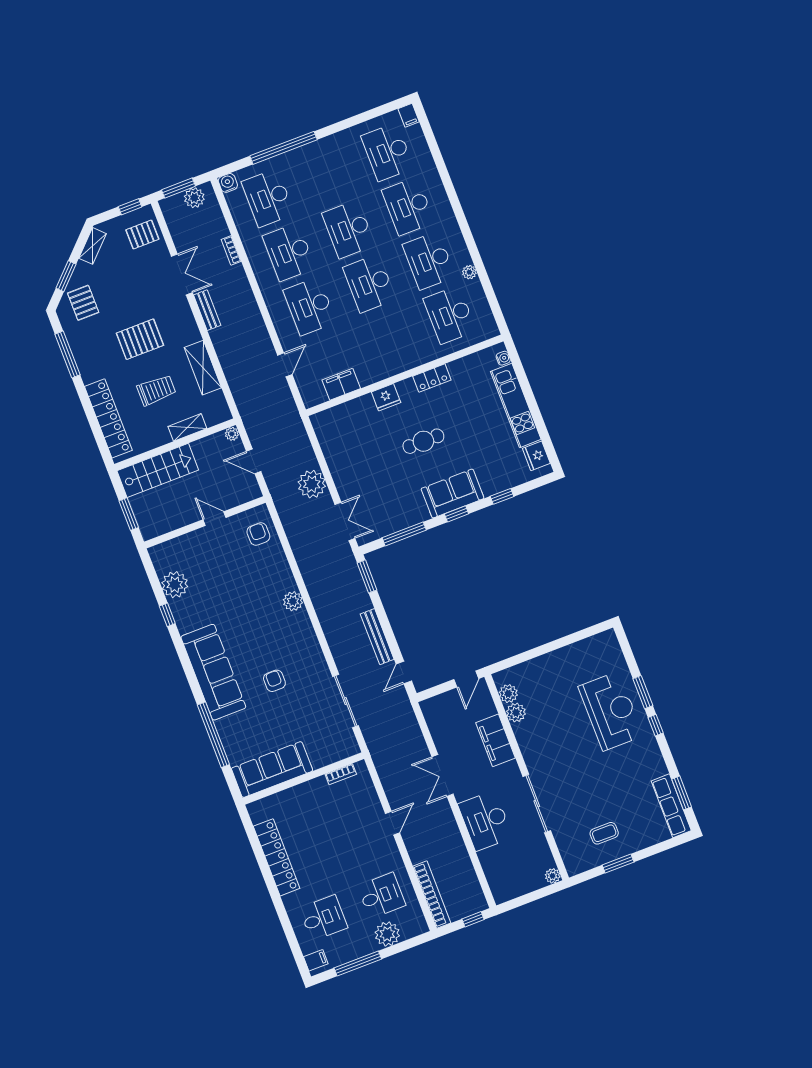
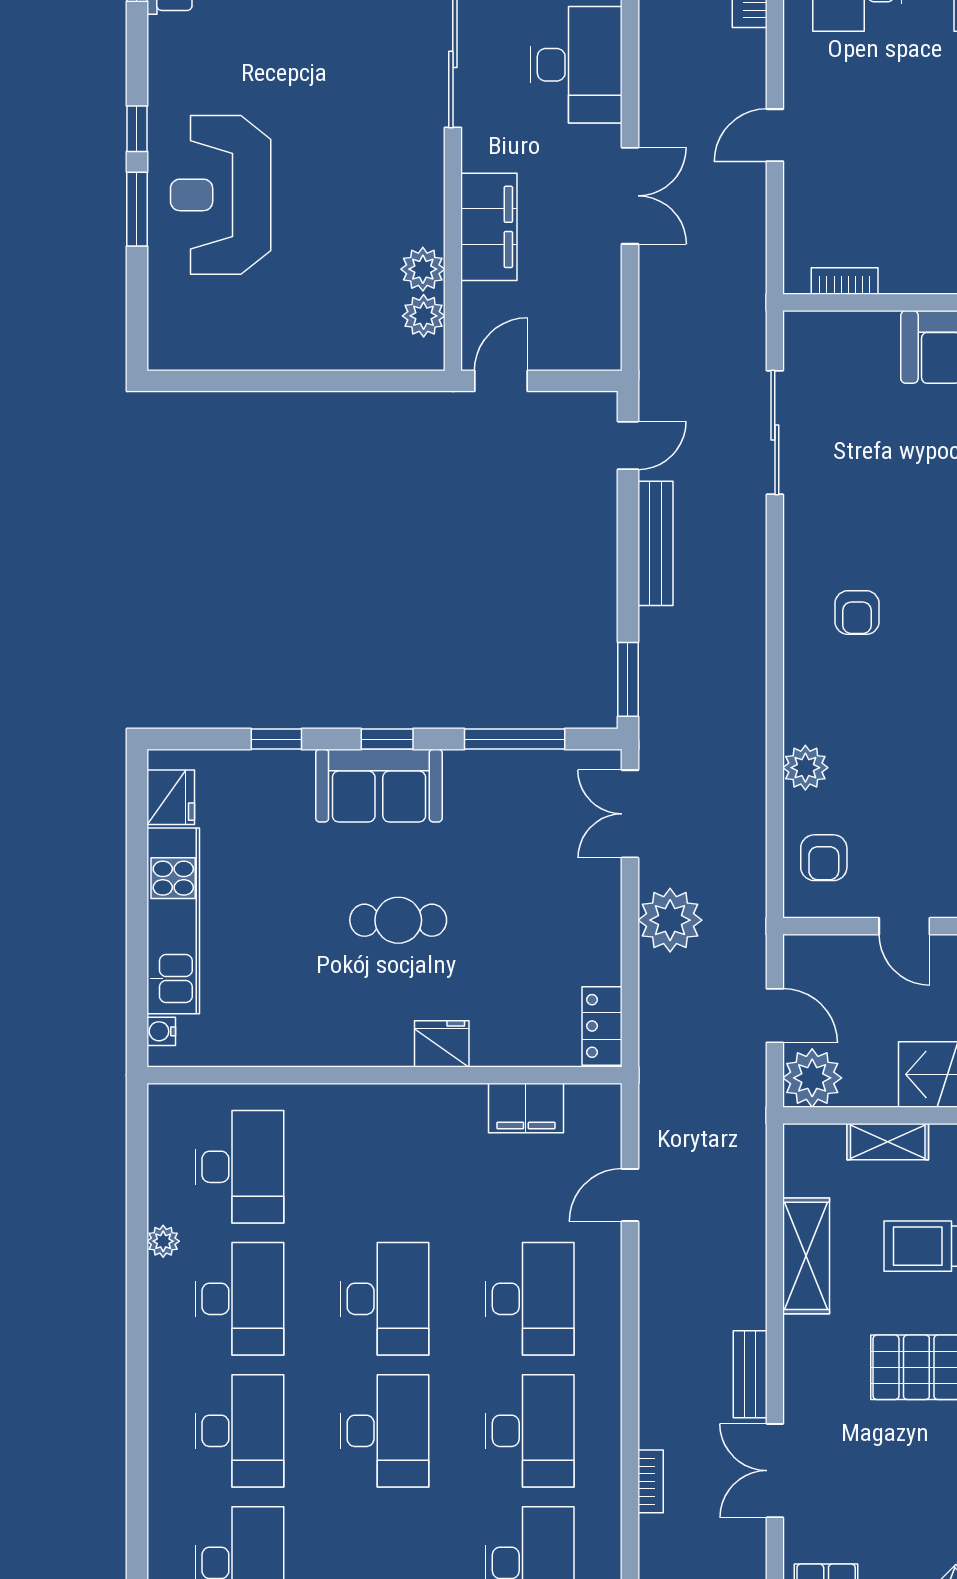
locker: (432, 378) -> (602, 1026), moved, turned -90
plant: (232, 434) -> (812, 1078), width x1.87, depth x1.87
plant: (293, 601) -> (805, 768), moved
armchair: (274, 681) -> (857, 613), moved

